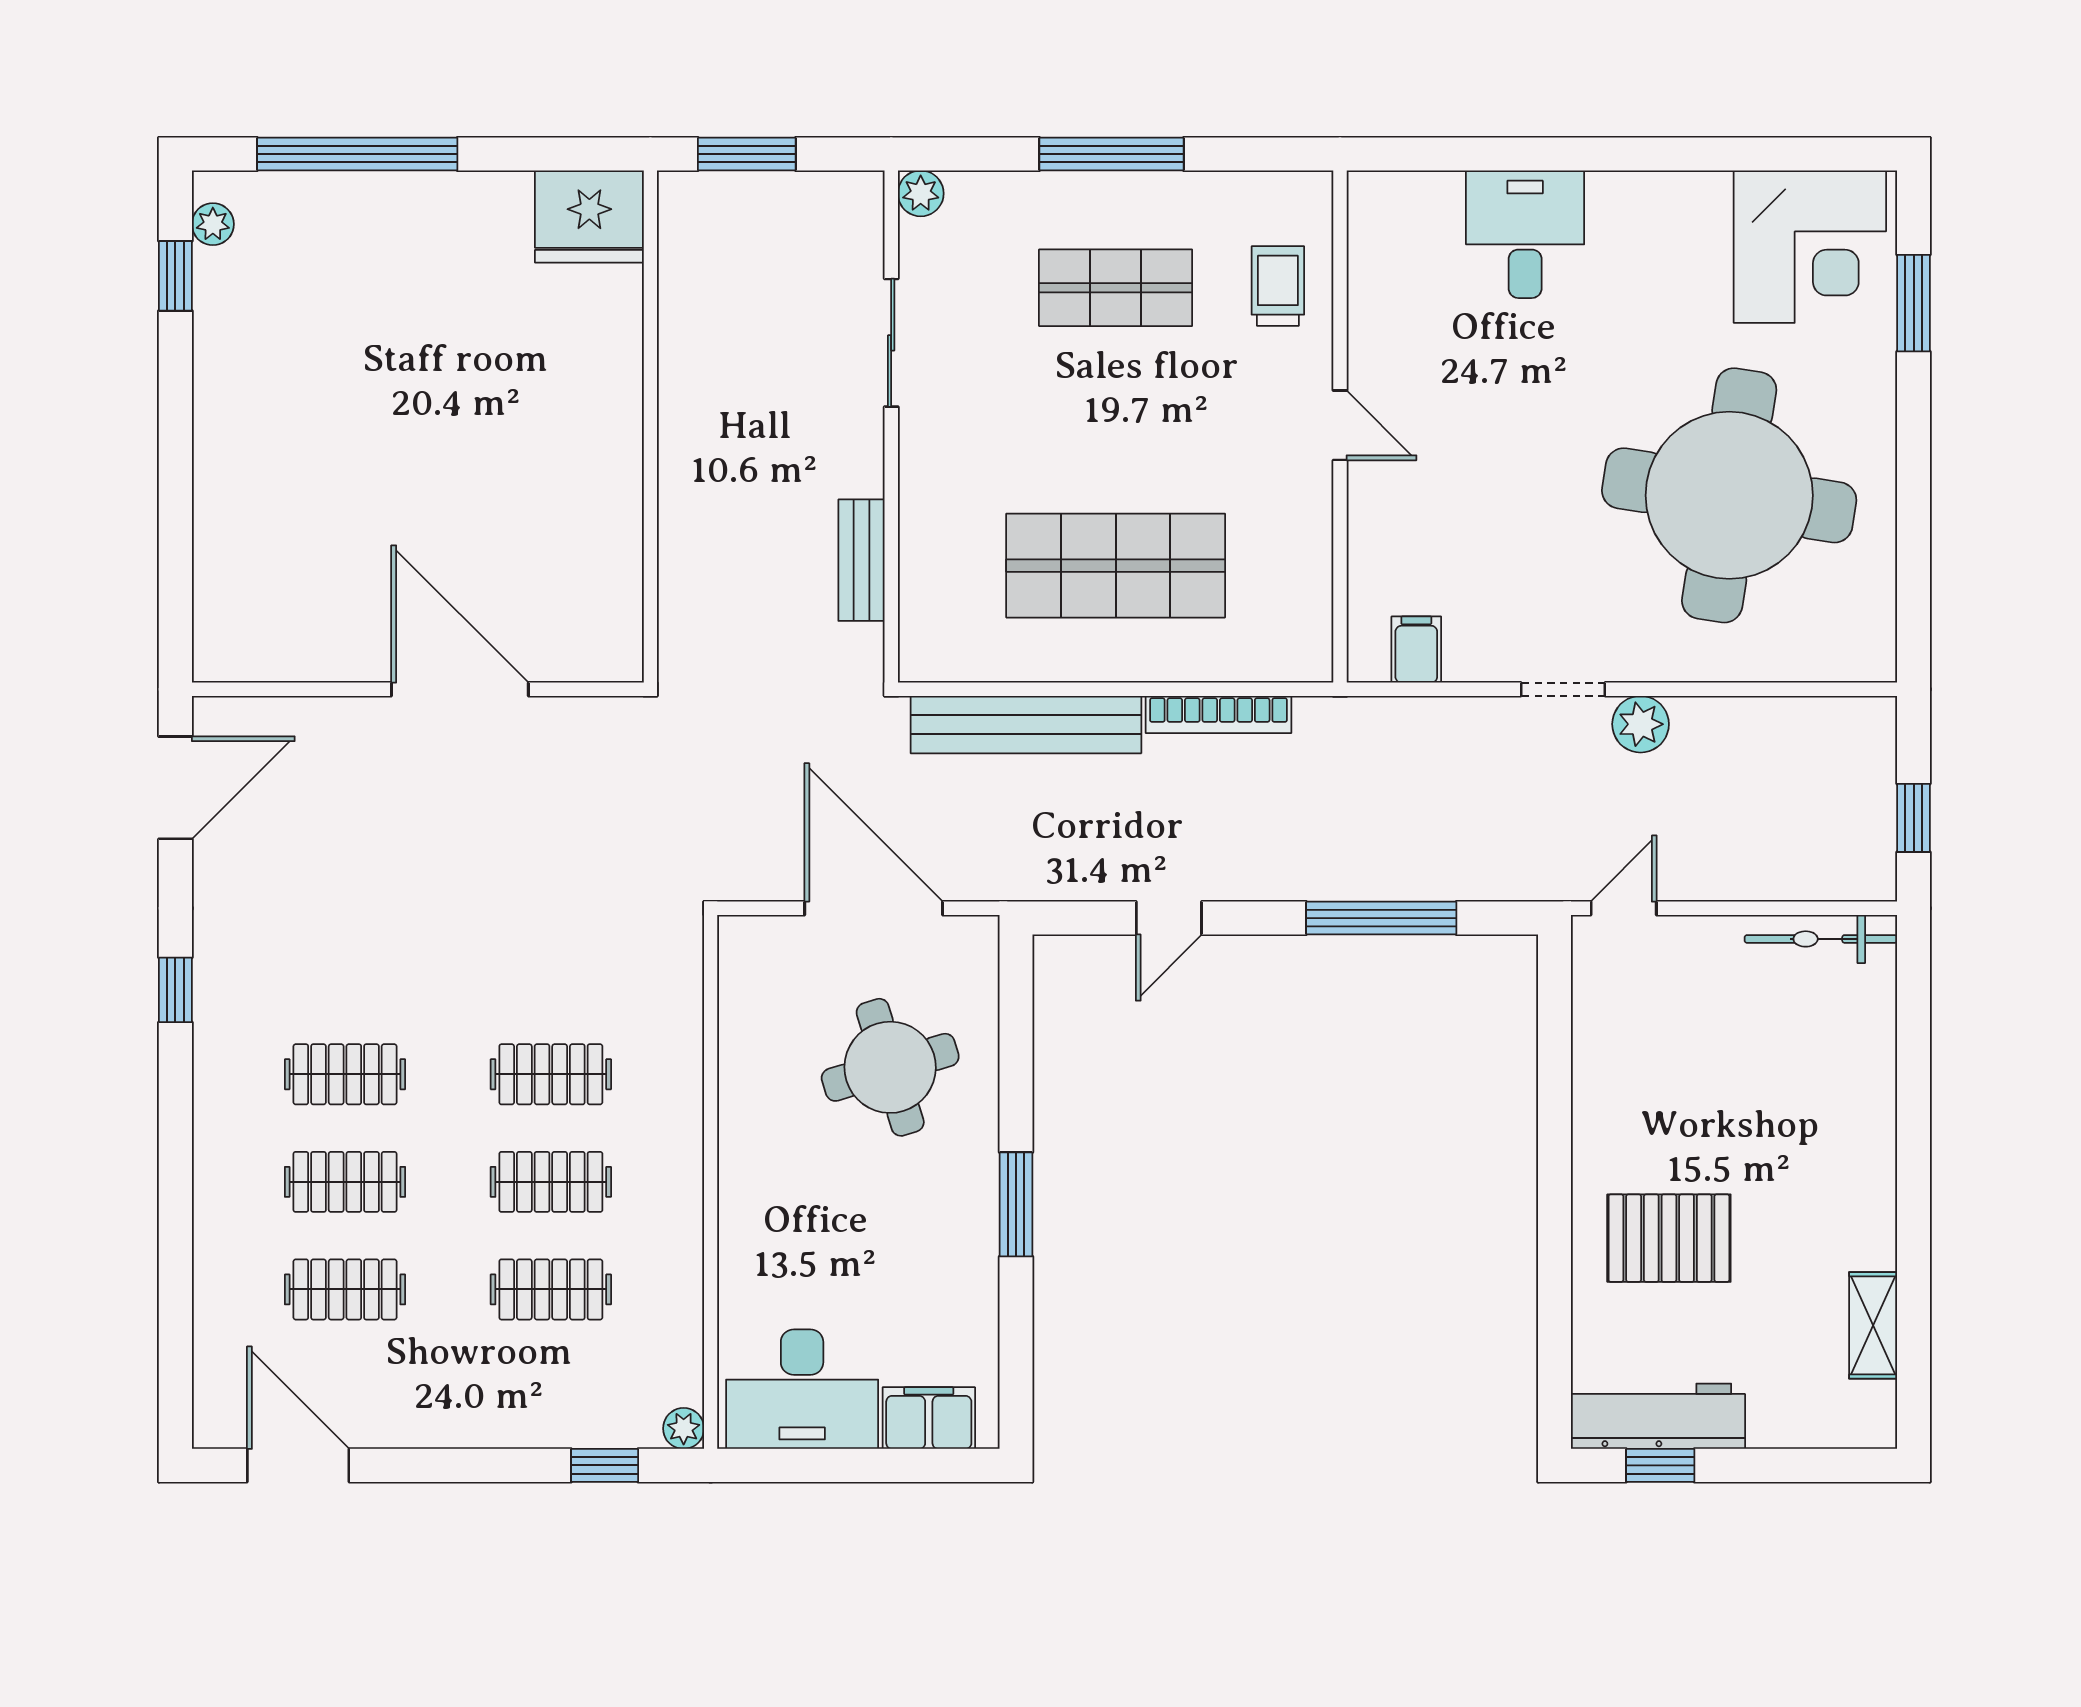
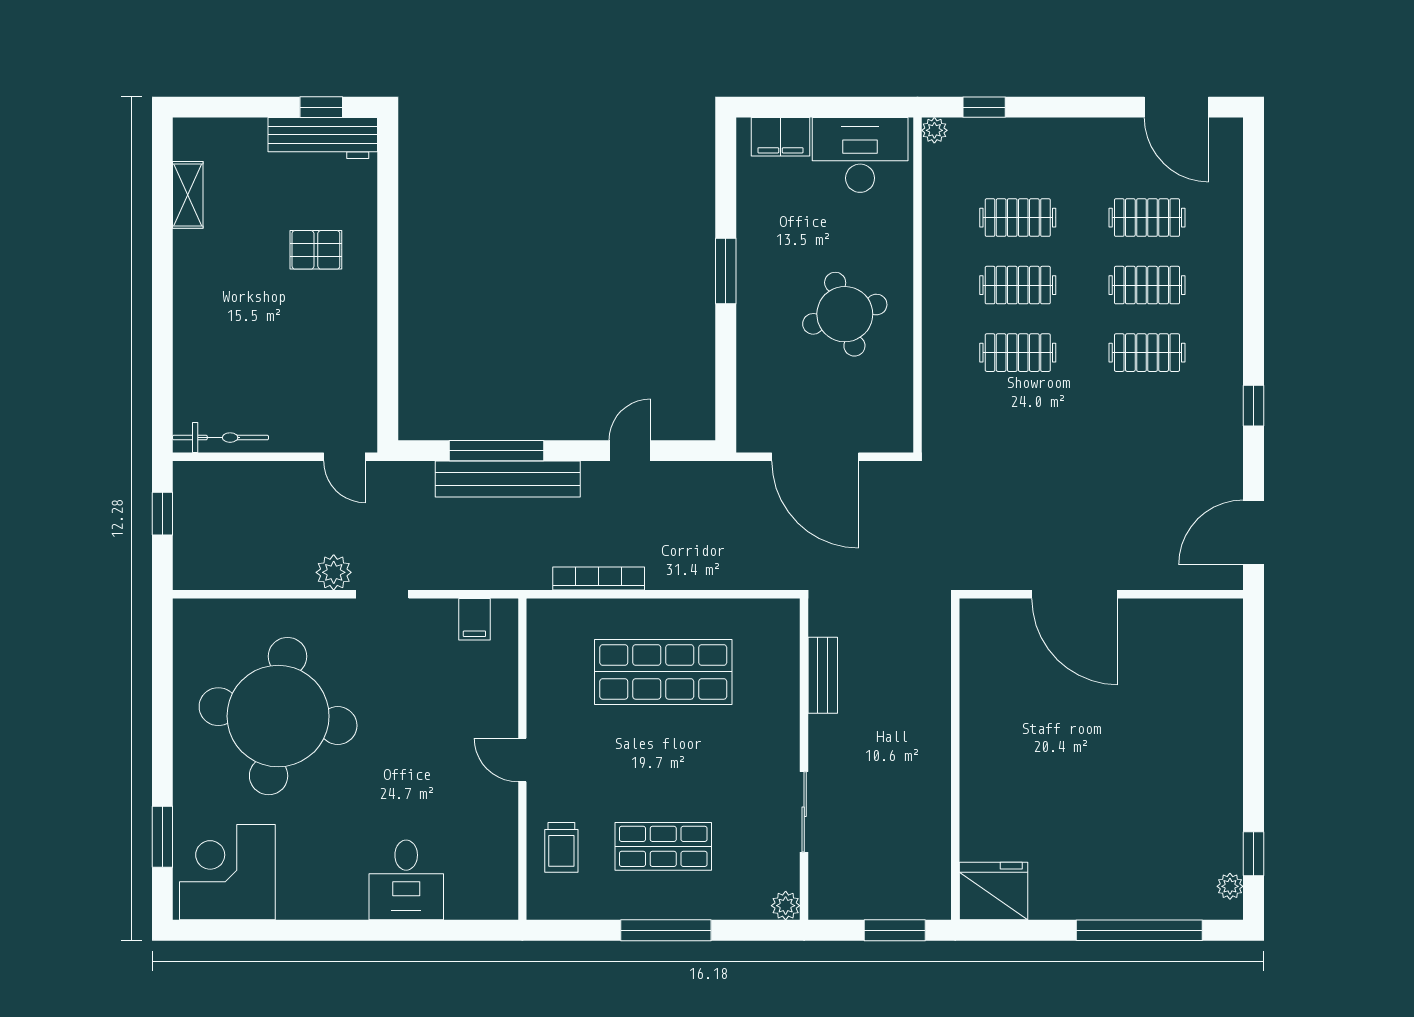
bench: (1026, 725) -> (508, 479), moved
door: (1624, 908) -> (344, 457), hinge flipped
round table: (890, 1067) -> (845, 314), moved
pallet: (1669, 1238) -> (316, 250), width x0.67, depth x0.71

